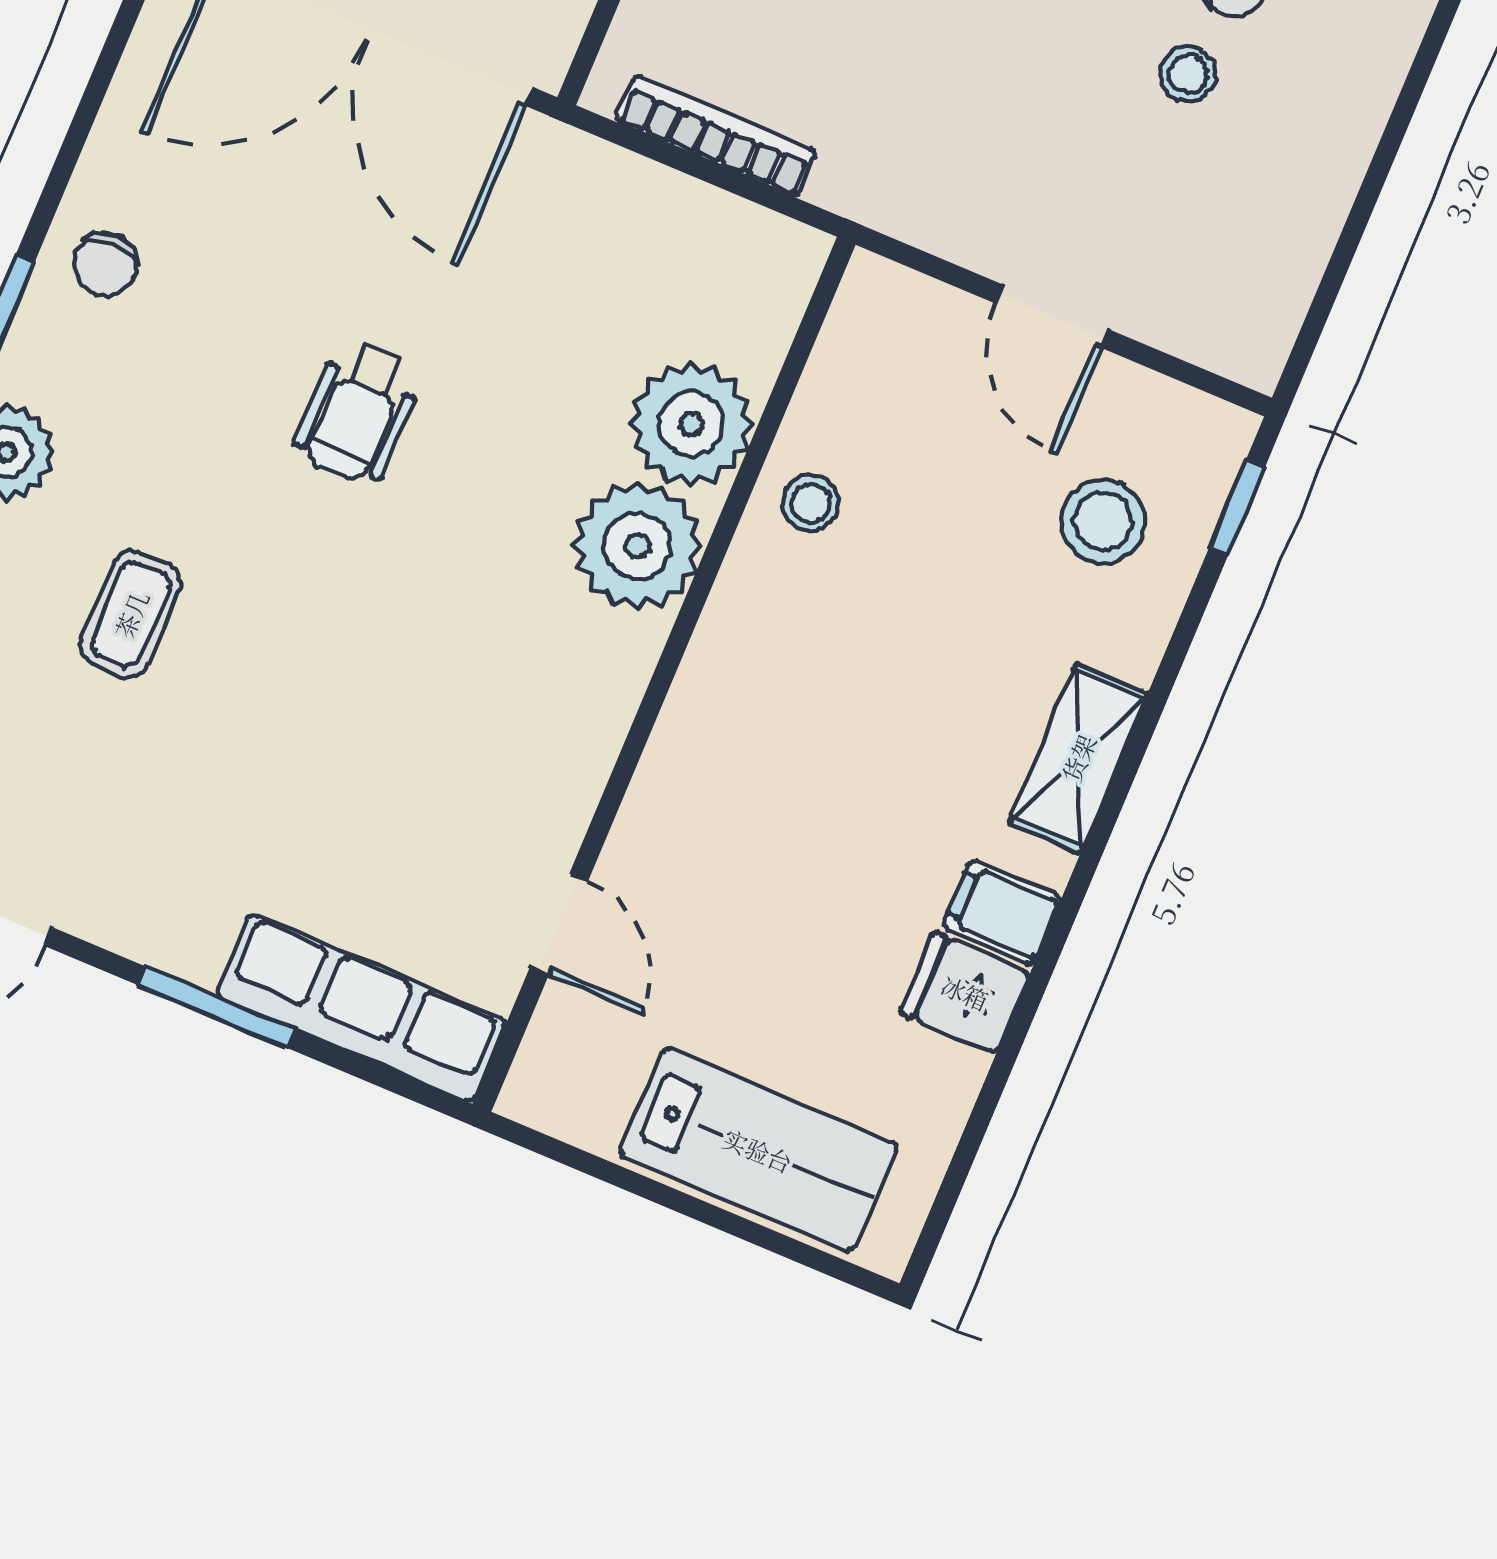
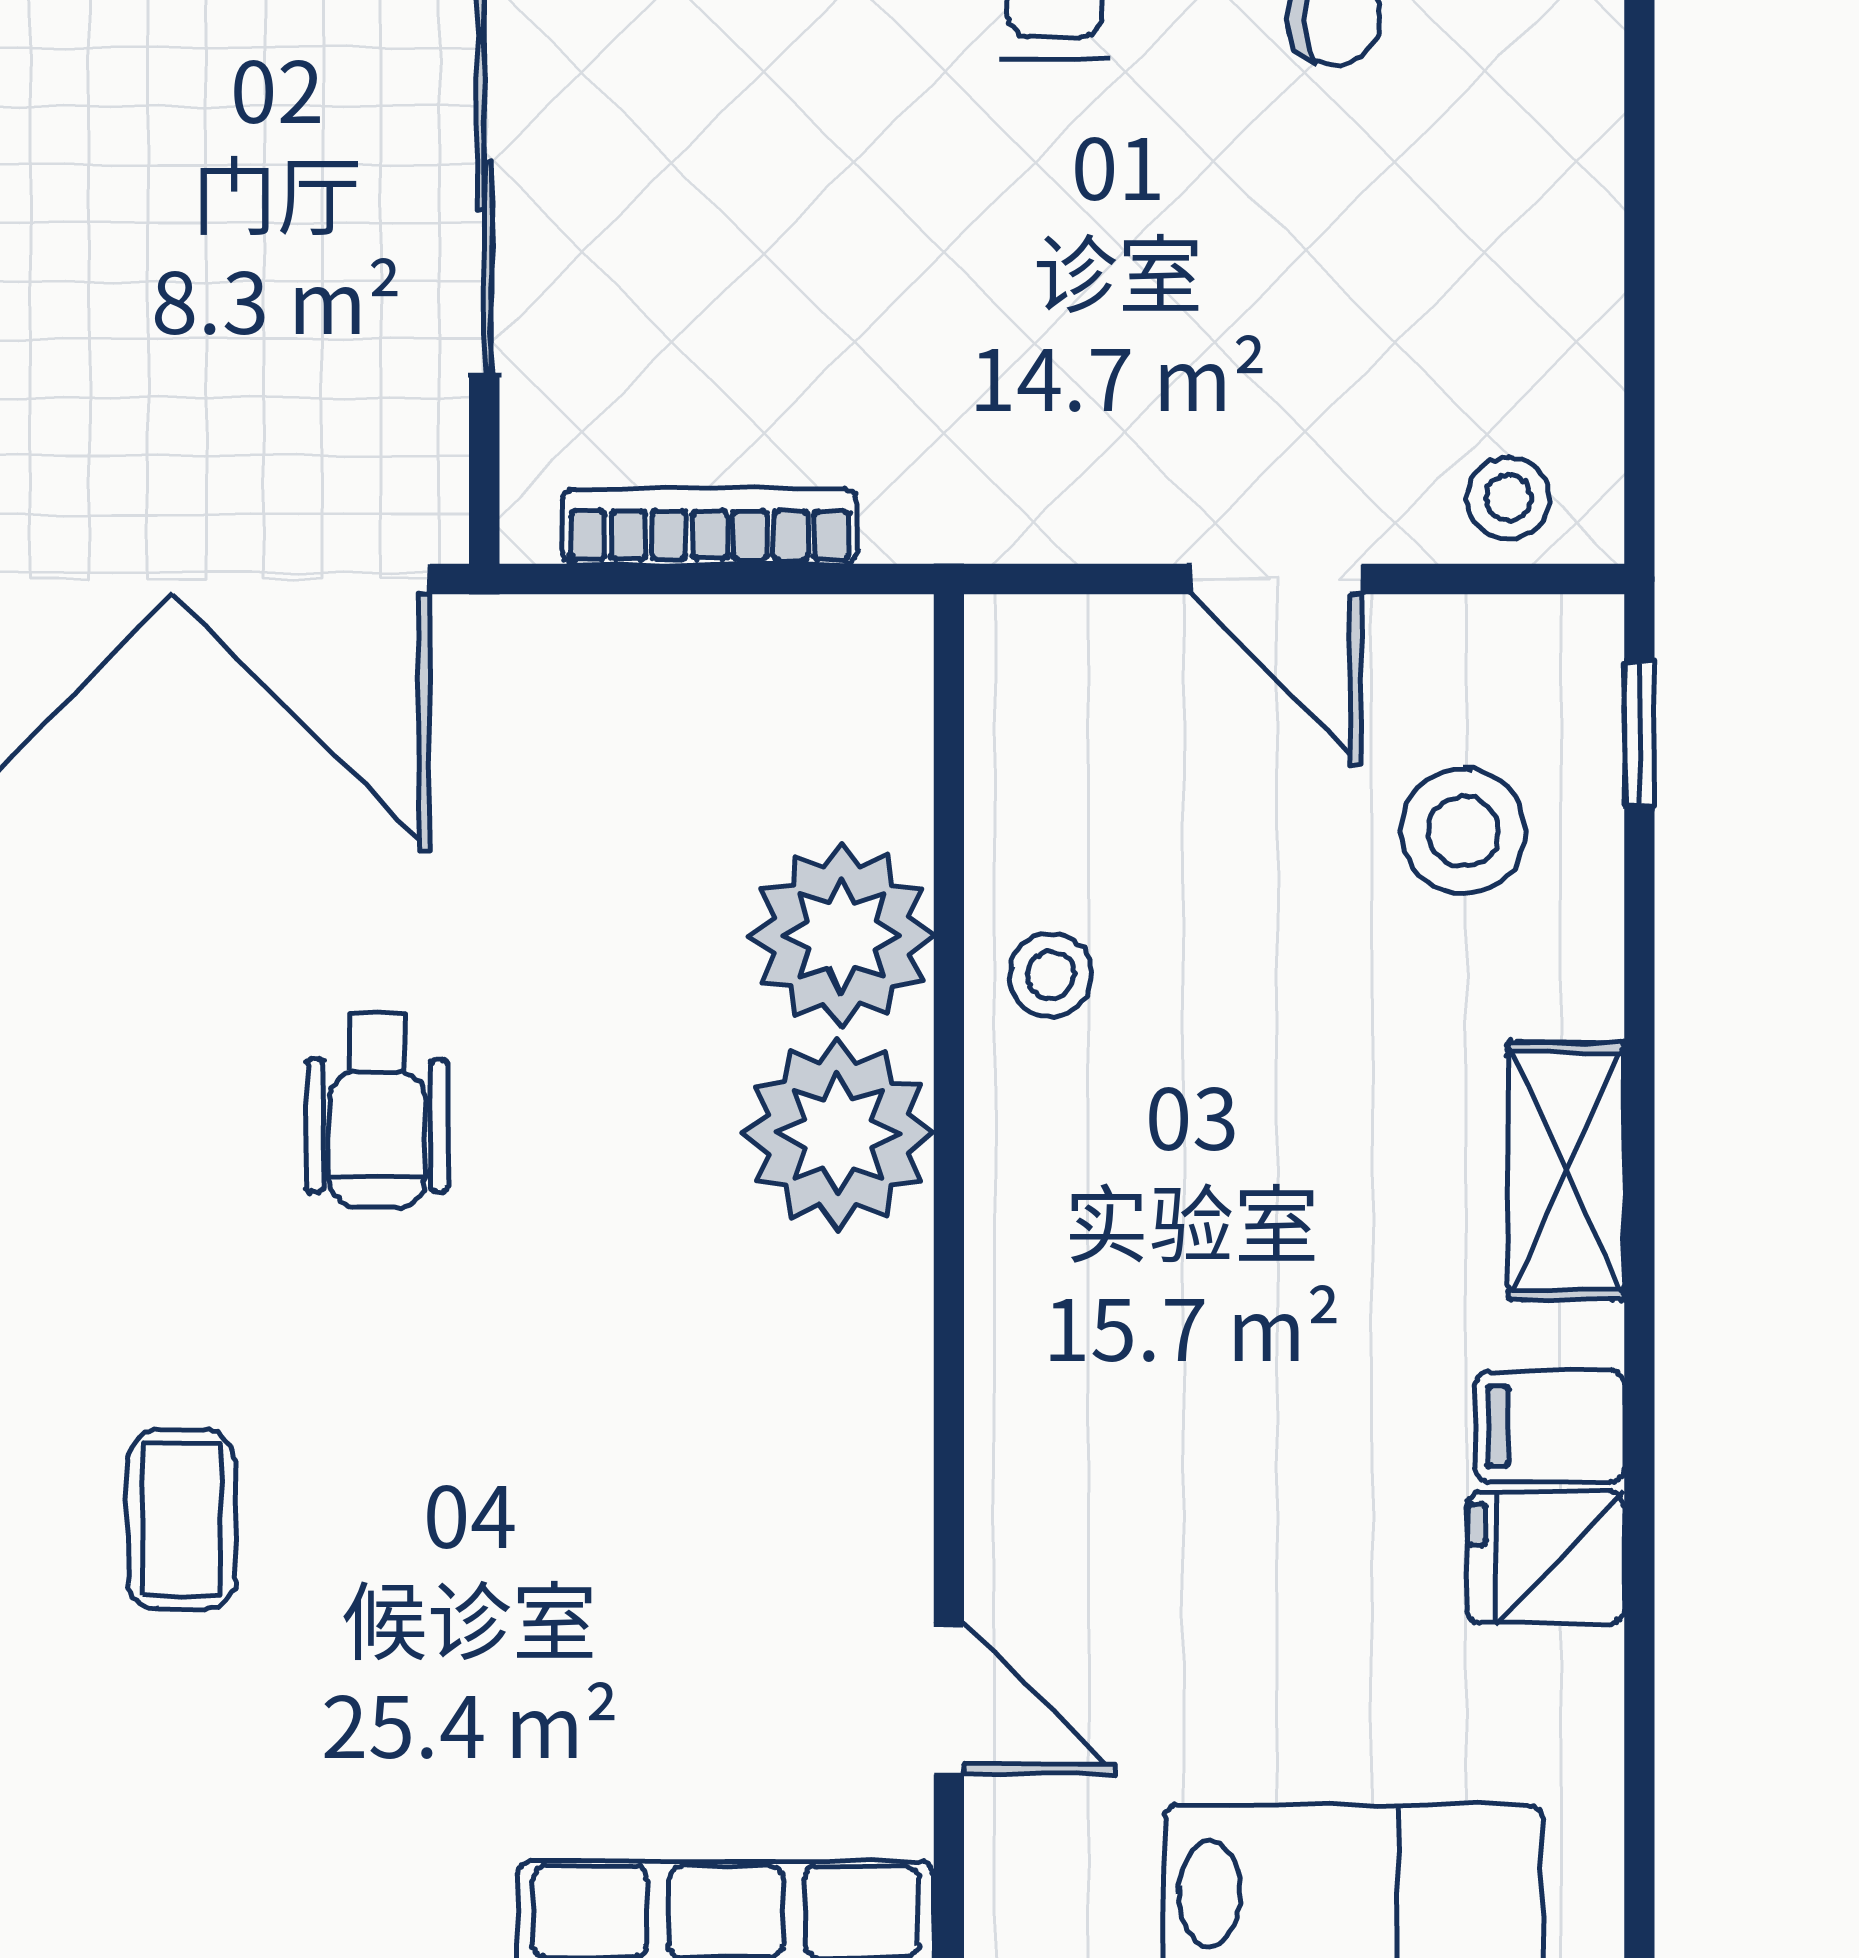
stool: (1188, 74) -> (1508, 498), moved

